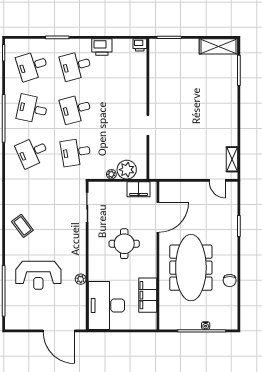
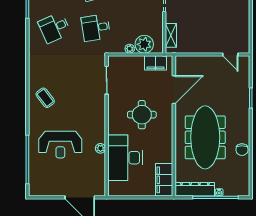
shelving: (232, 159) -> (171, 35), moved
filing cabinet: (148, 295) -> (164, 180), moved
desk: (106, 305) -> (125, 158), moved
dresser: (180, 322) -> (195, 189), added

